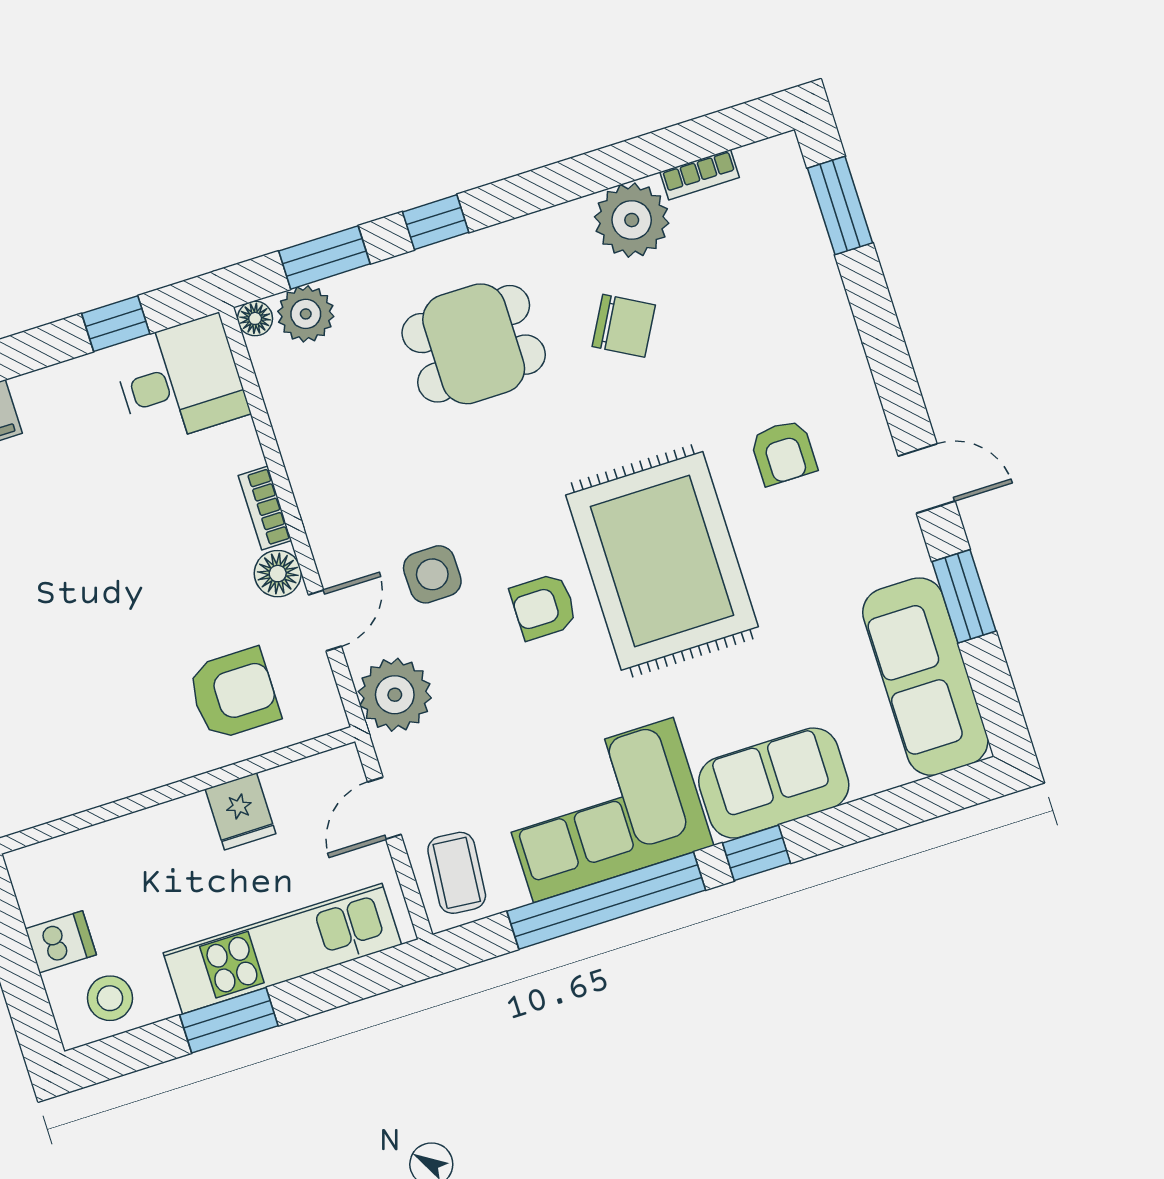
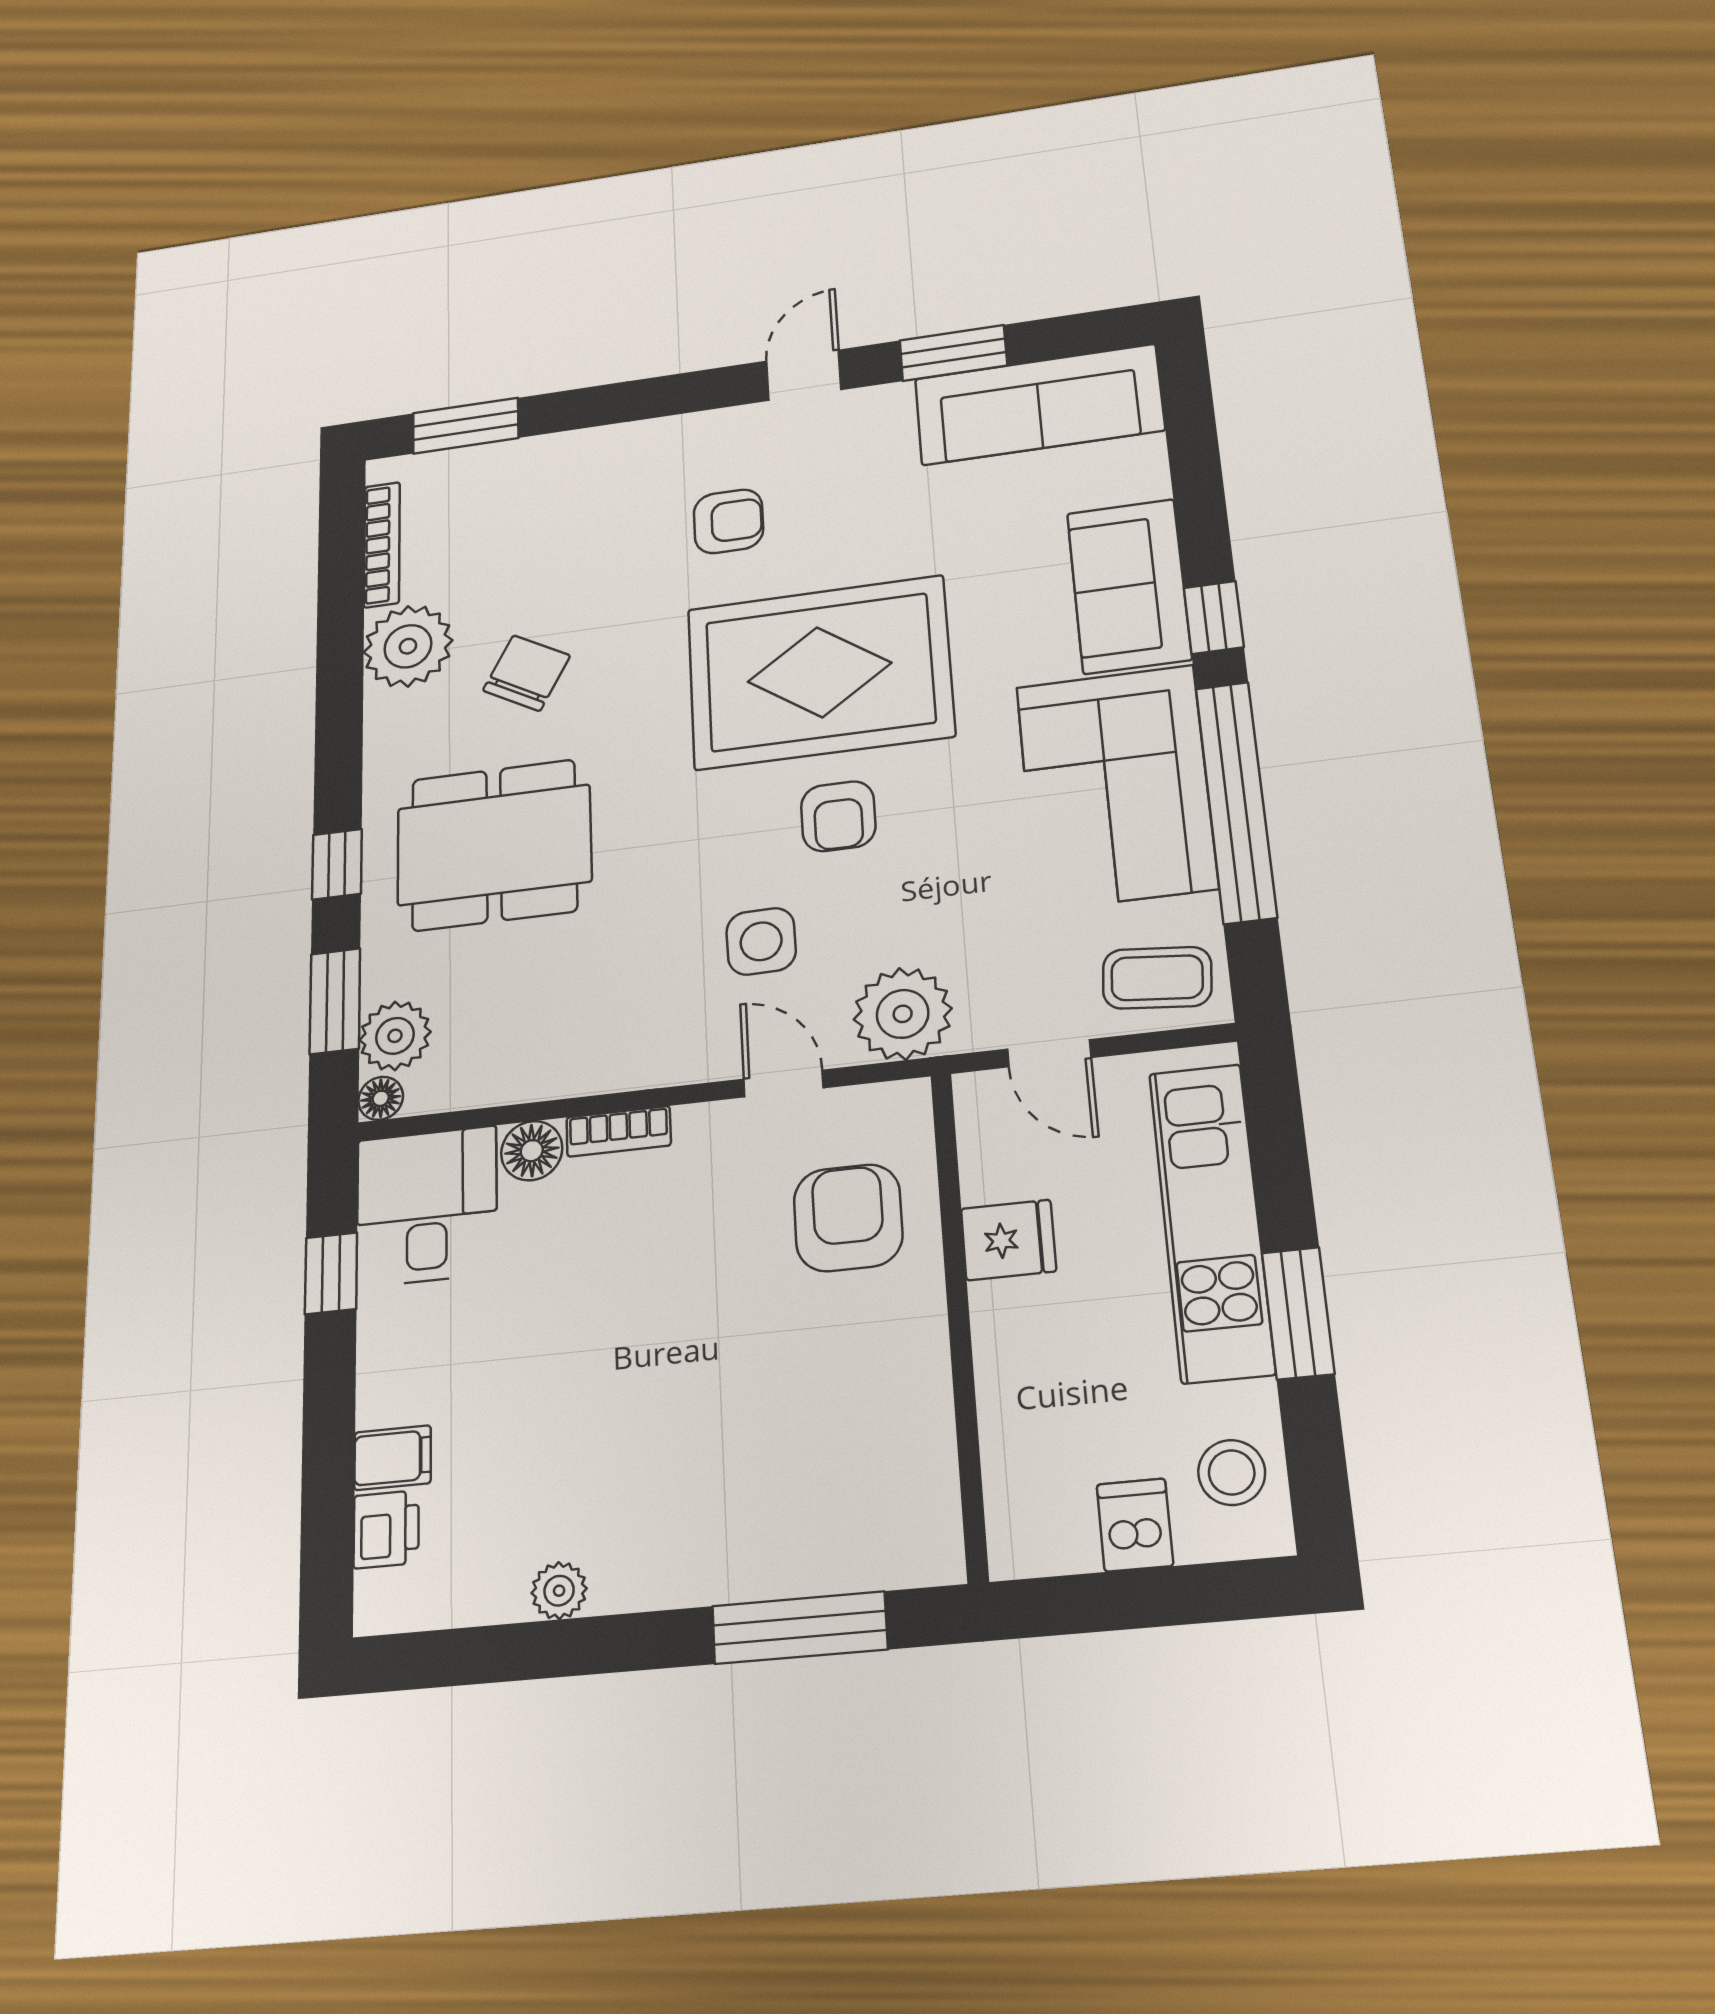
bookcase: (700, 175) -> (382, 545), width x1.56
dining table: (474, 344) -> (494, 845), width x1.38
floor lamp: (278, 574) -> (532, 1151), moved

